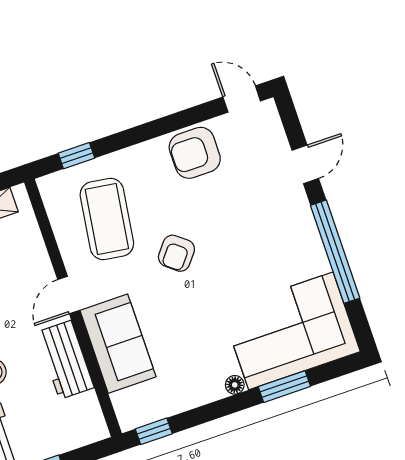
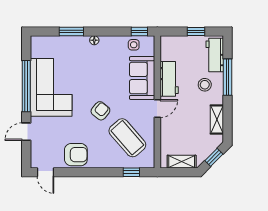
coffee table: (107, 219) -> (127, 138), turned -49
corner sofa: (291, 331) -> (51, 87), moved, turned -90
side table: (156, 402) -> (134, 45), added

